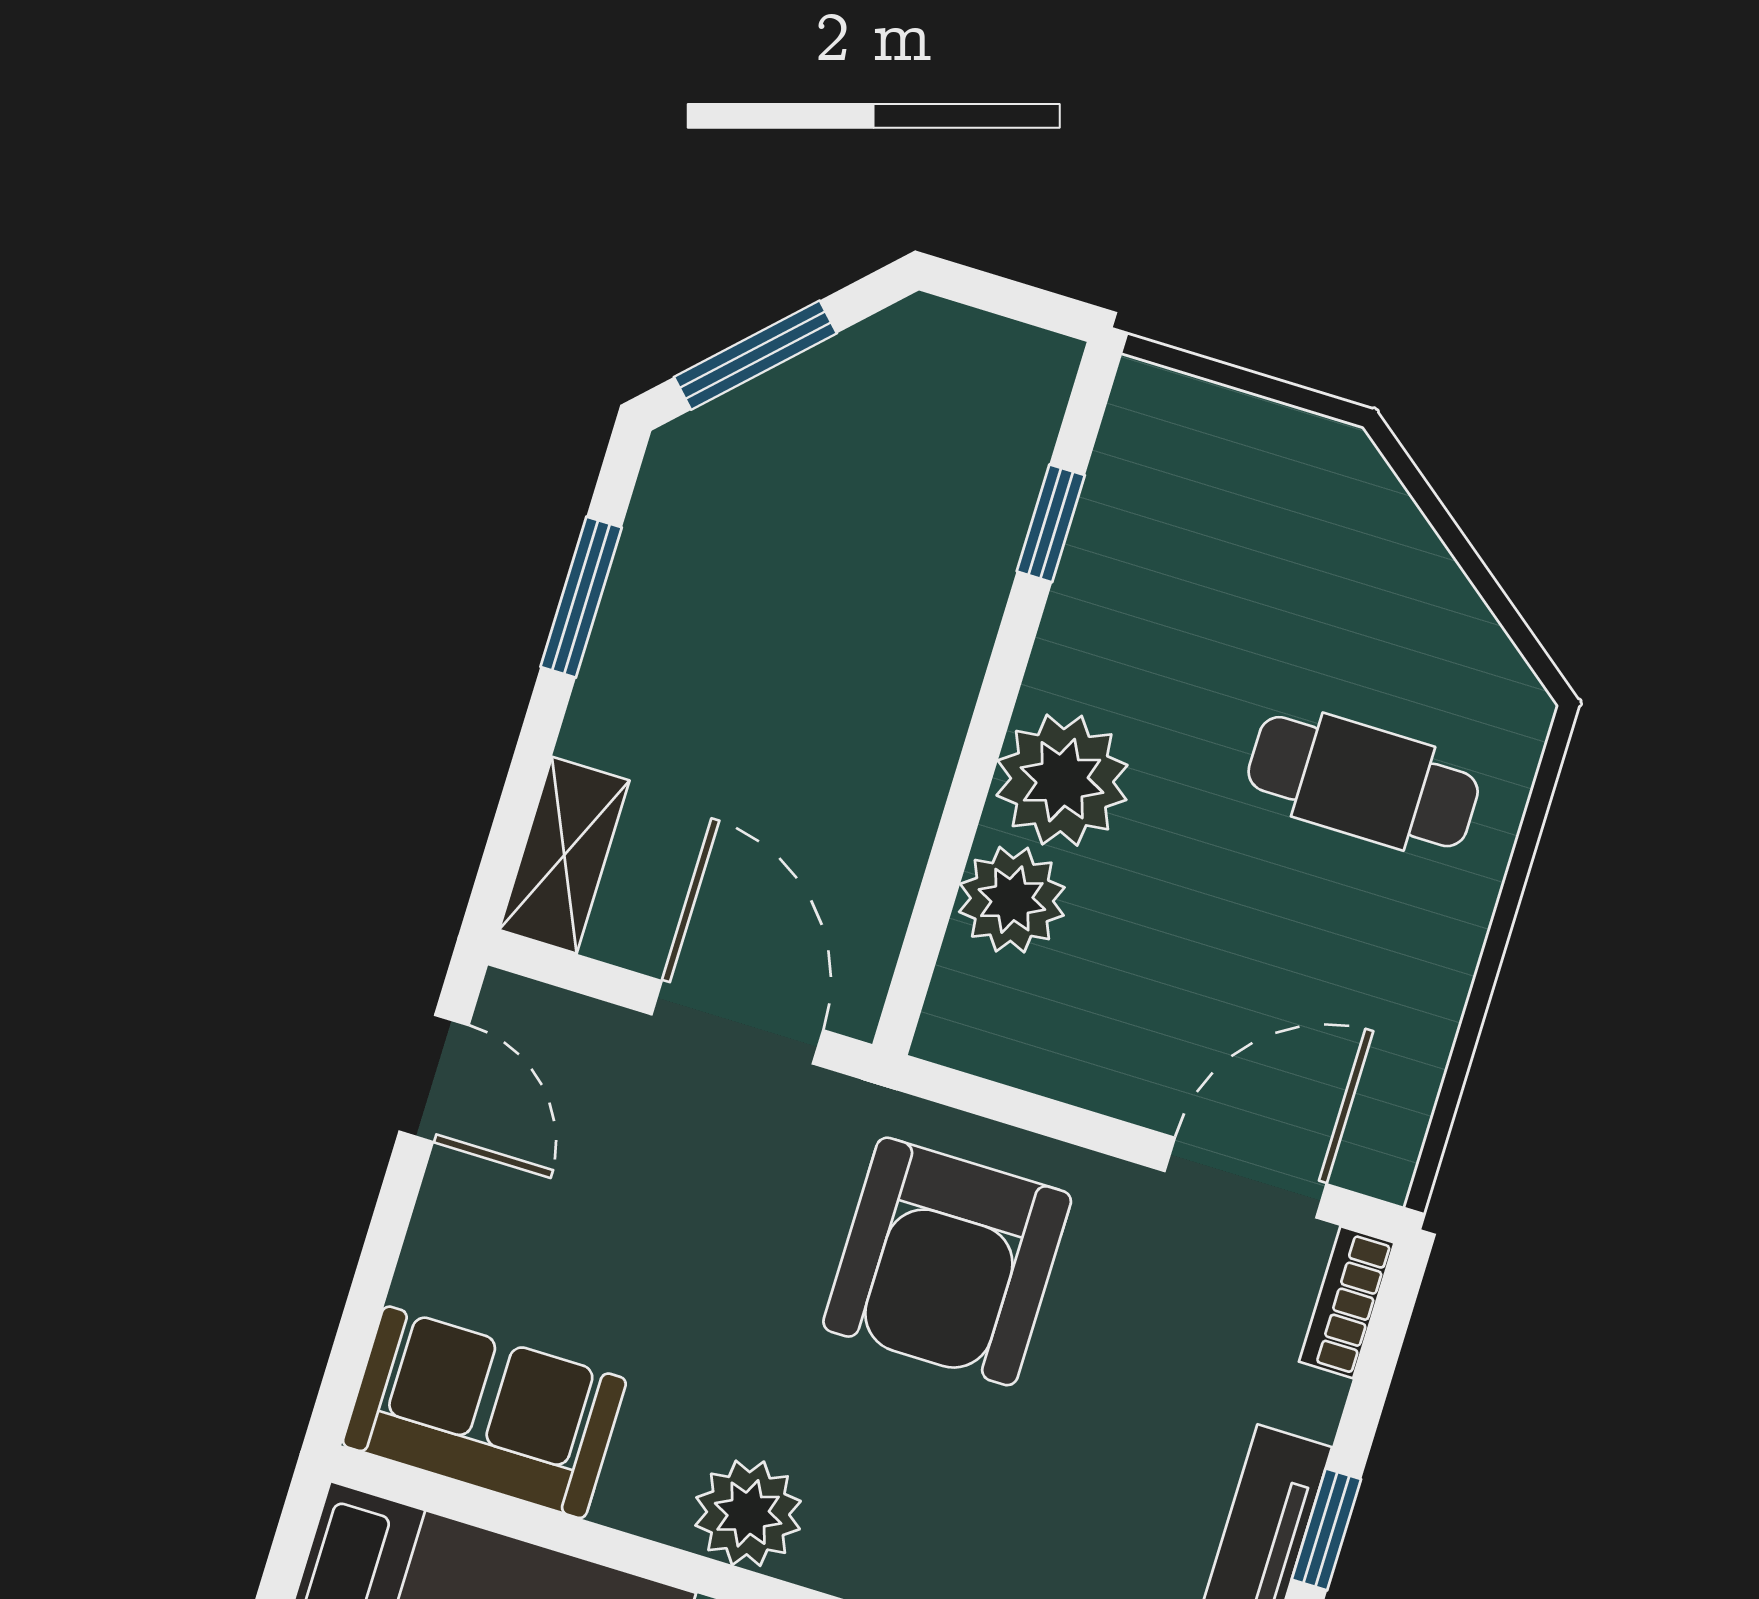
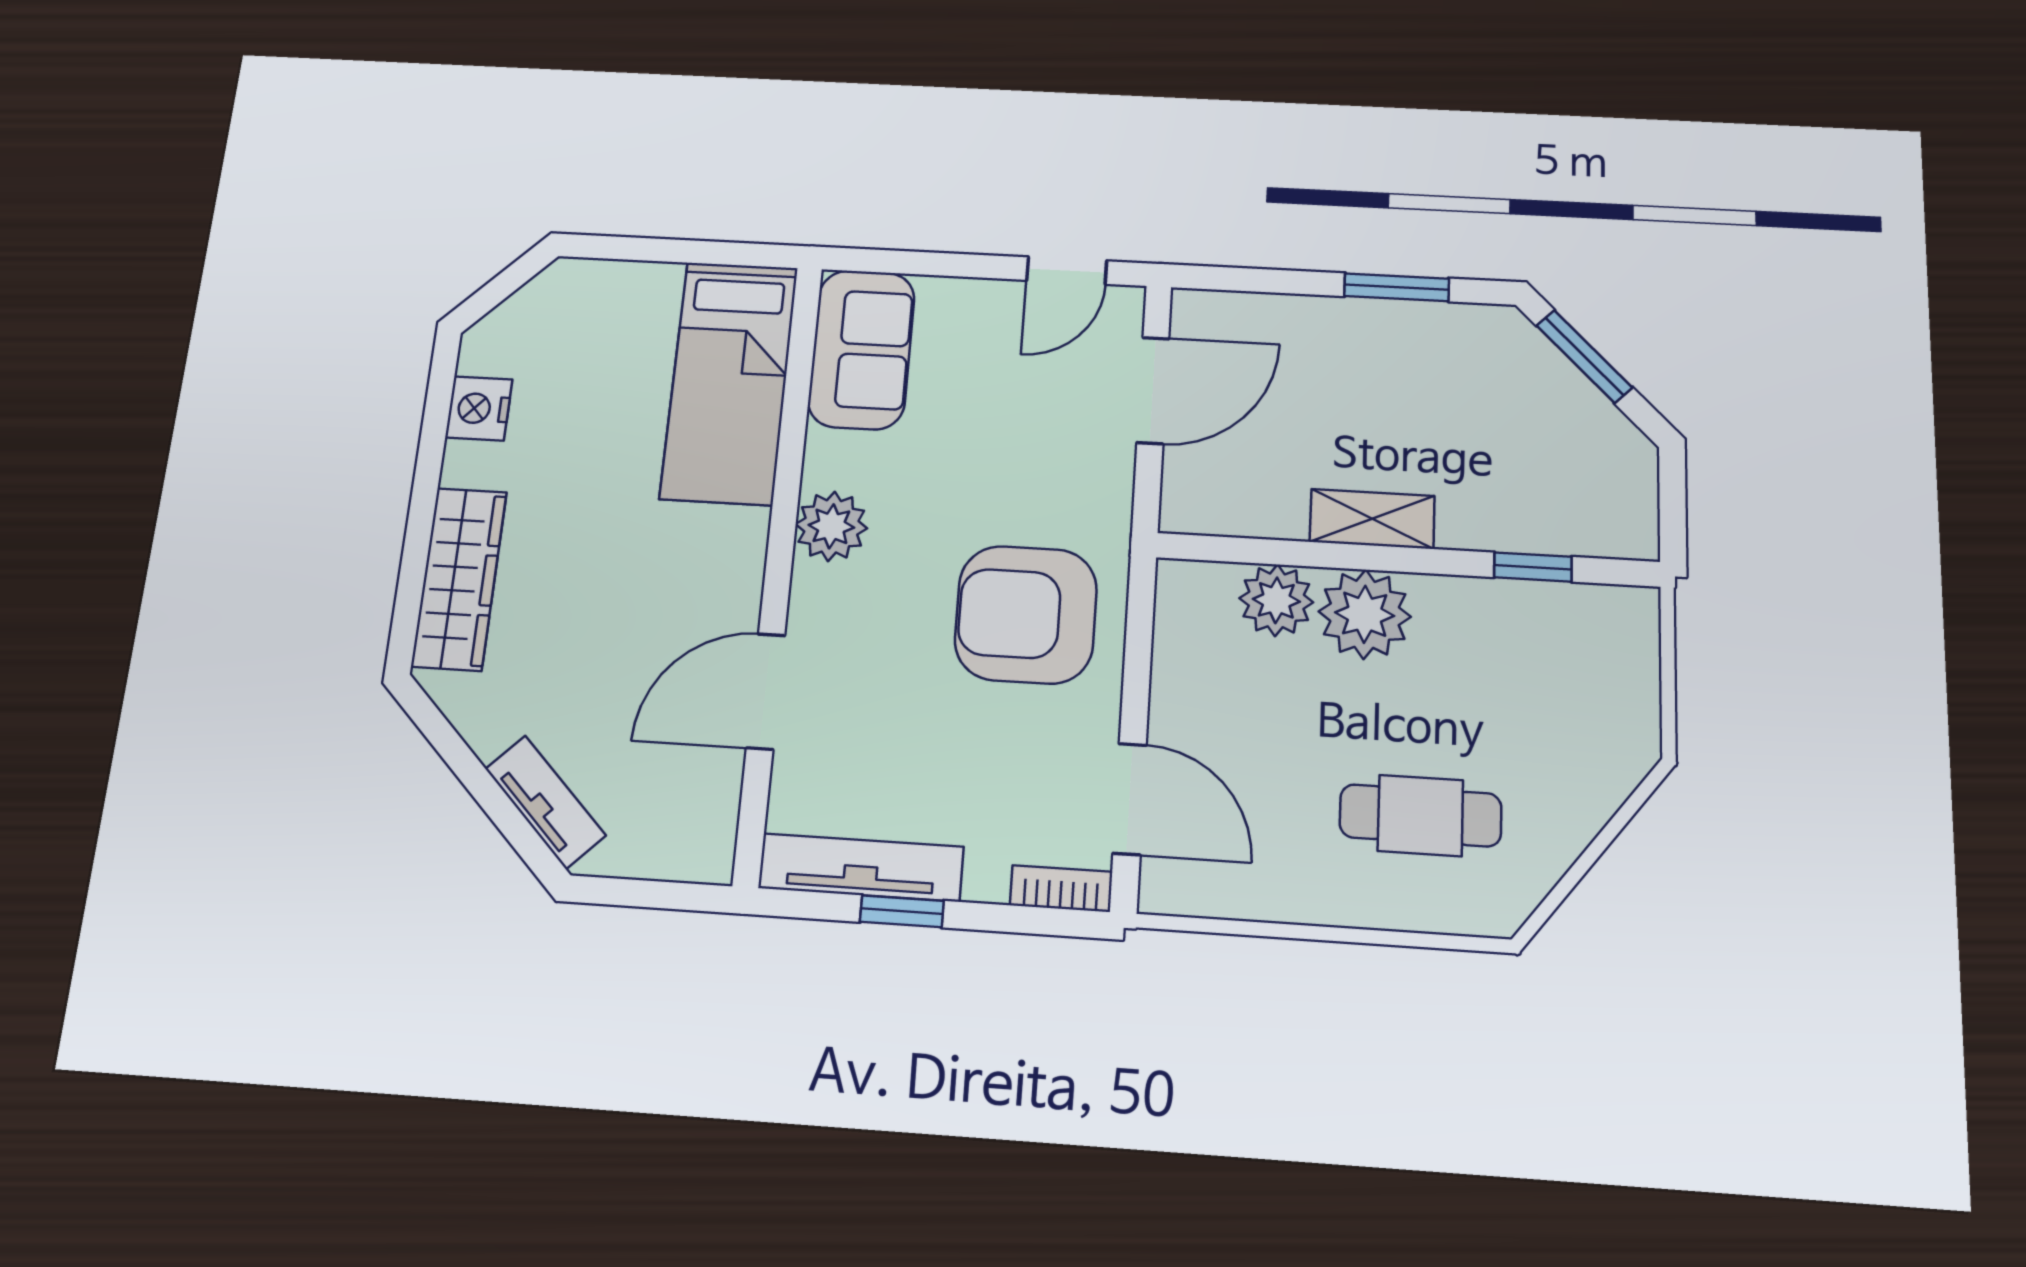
cafe table: (1363, 782) -> (1420, 815), turned 90
shelving: (564, 855) -> (1372, 519), moved
door: (737, 1022) -> (1153, 390), moved

